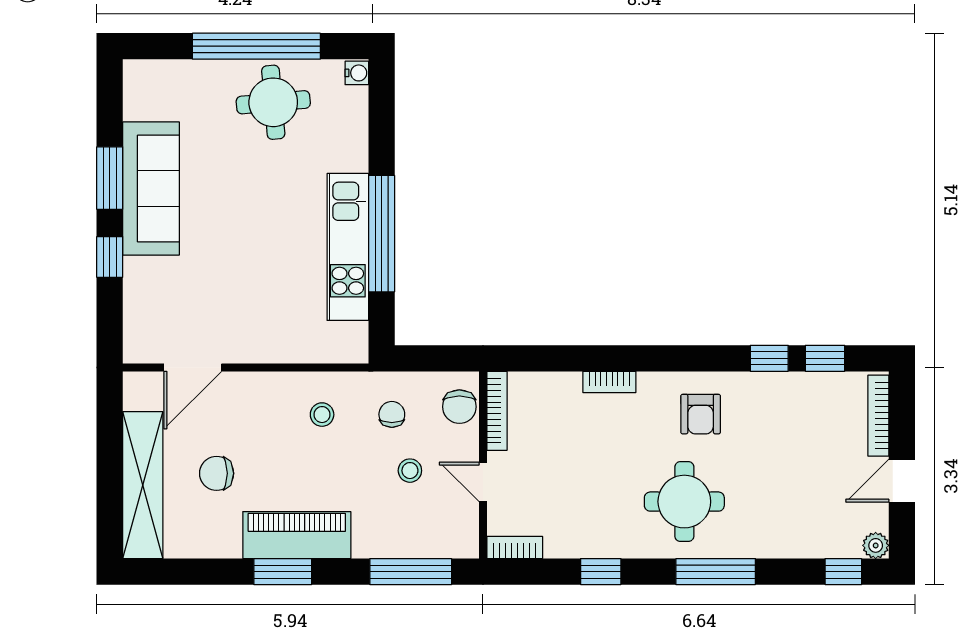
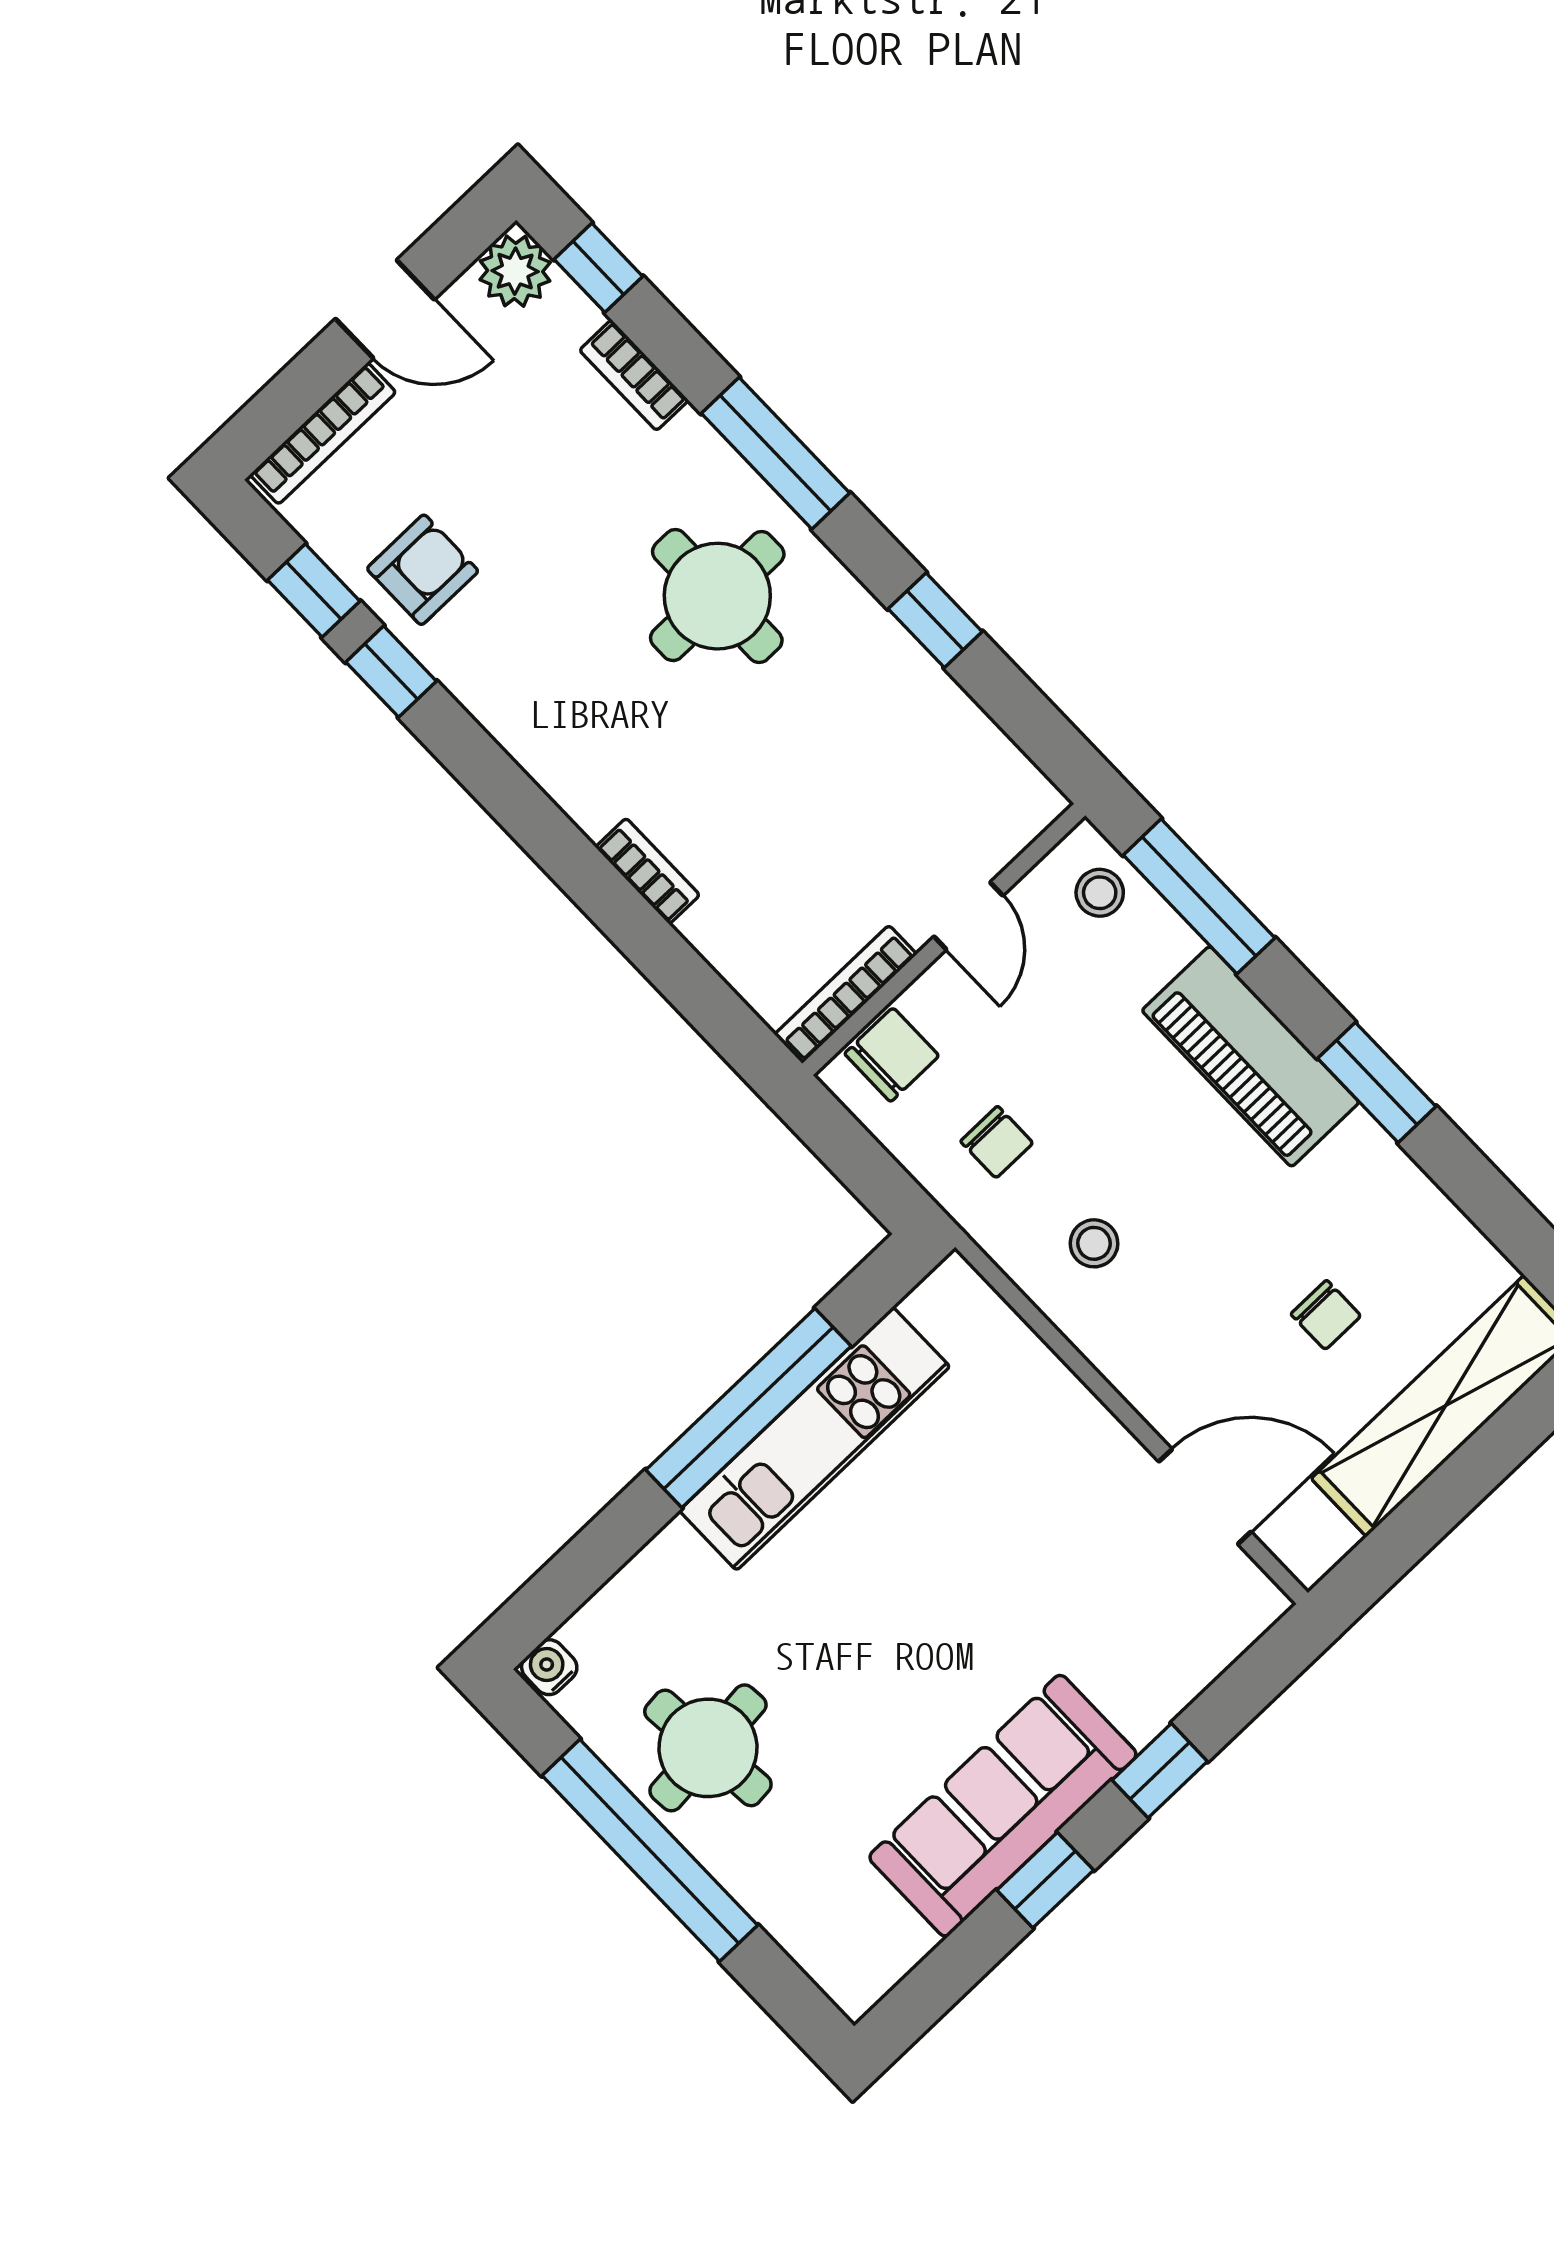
window: (110, 178) -> (1045, 1880), width x0.67
chair: (392, 414) -> (997, 1142), turned -90
armchair: (701, 414) -> (423, 570), moved
stool: (410, 471) -> (1100, 893), moved
chair: (217, 473) -> (1326, 1315), width x0.73, depth x0.73
piano: (297, 535) -> (1251, 1056), moved
plant: (876, 545) -> (515, 271), width x1.38, depth x1.38
bookcase: (515, 547) -> (634, 375), moved

